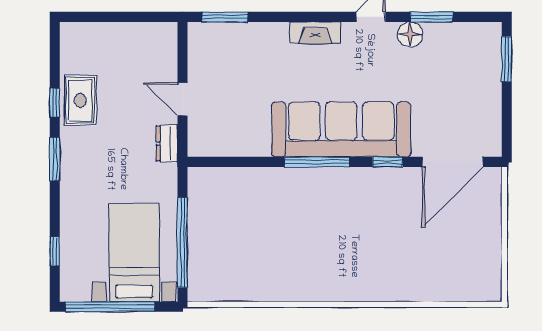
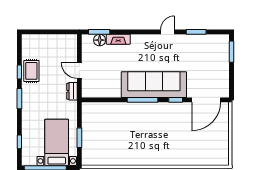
fireplace: (315, 33) -> (118, 39), moved
floor lamp: (410, 34) -> (100, 40), moved
window: (182, 243) -> (79, 138), width x0.47

